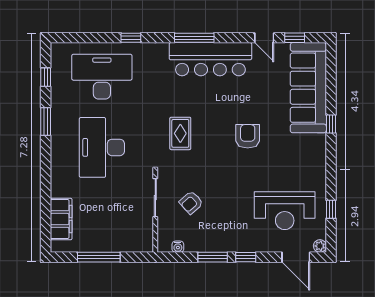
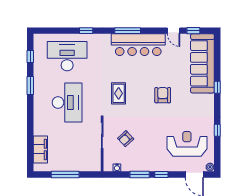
desk: (102, 147) -> (67, 103), turned 180
window: (331, 209) -> (217, 130), moved
reception desk: (285, 211) -> (187, 144), turned 180

